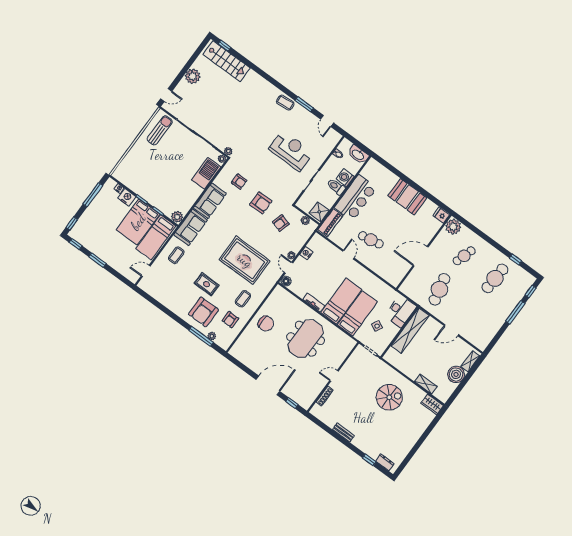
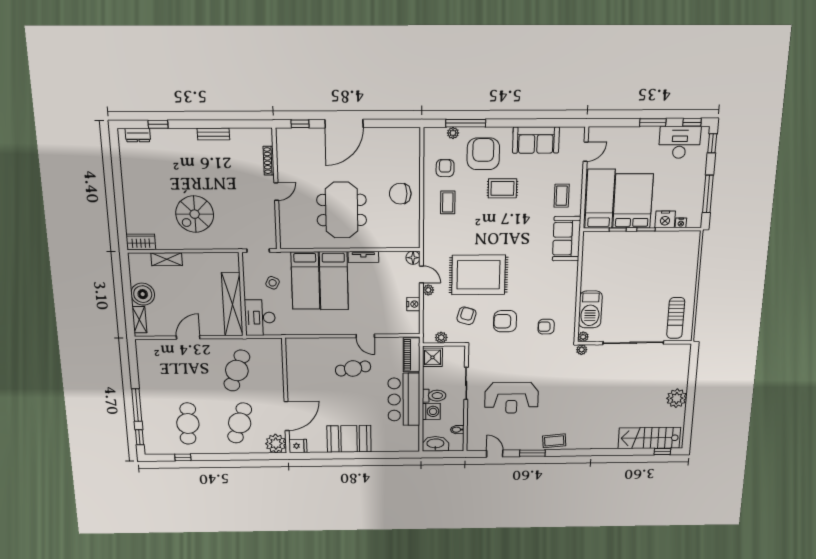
door: (166, 95) -> (694, 359), removed
sofa: (210, 201) -> (536, 140), moved, turned -90
plant: (177, 217) -> (591, 239), removed
desk: (90, 237) -> (680, 142), added
door: (421, 256) -> (287, 416), moved
cafe table: (464, 256) -> (240, 423), width x1.37, depth x1.35
rug: (245, 260) -> (478, 275), moved
cafe table: (439, 289) -> (237, 371), turned 33

